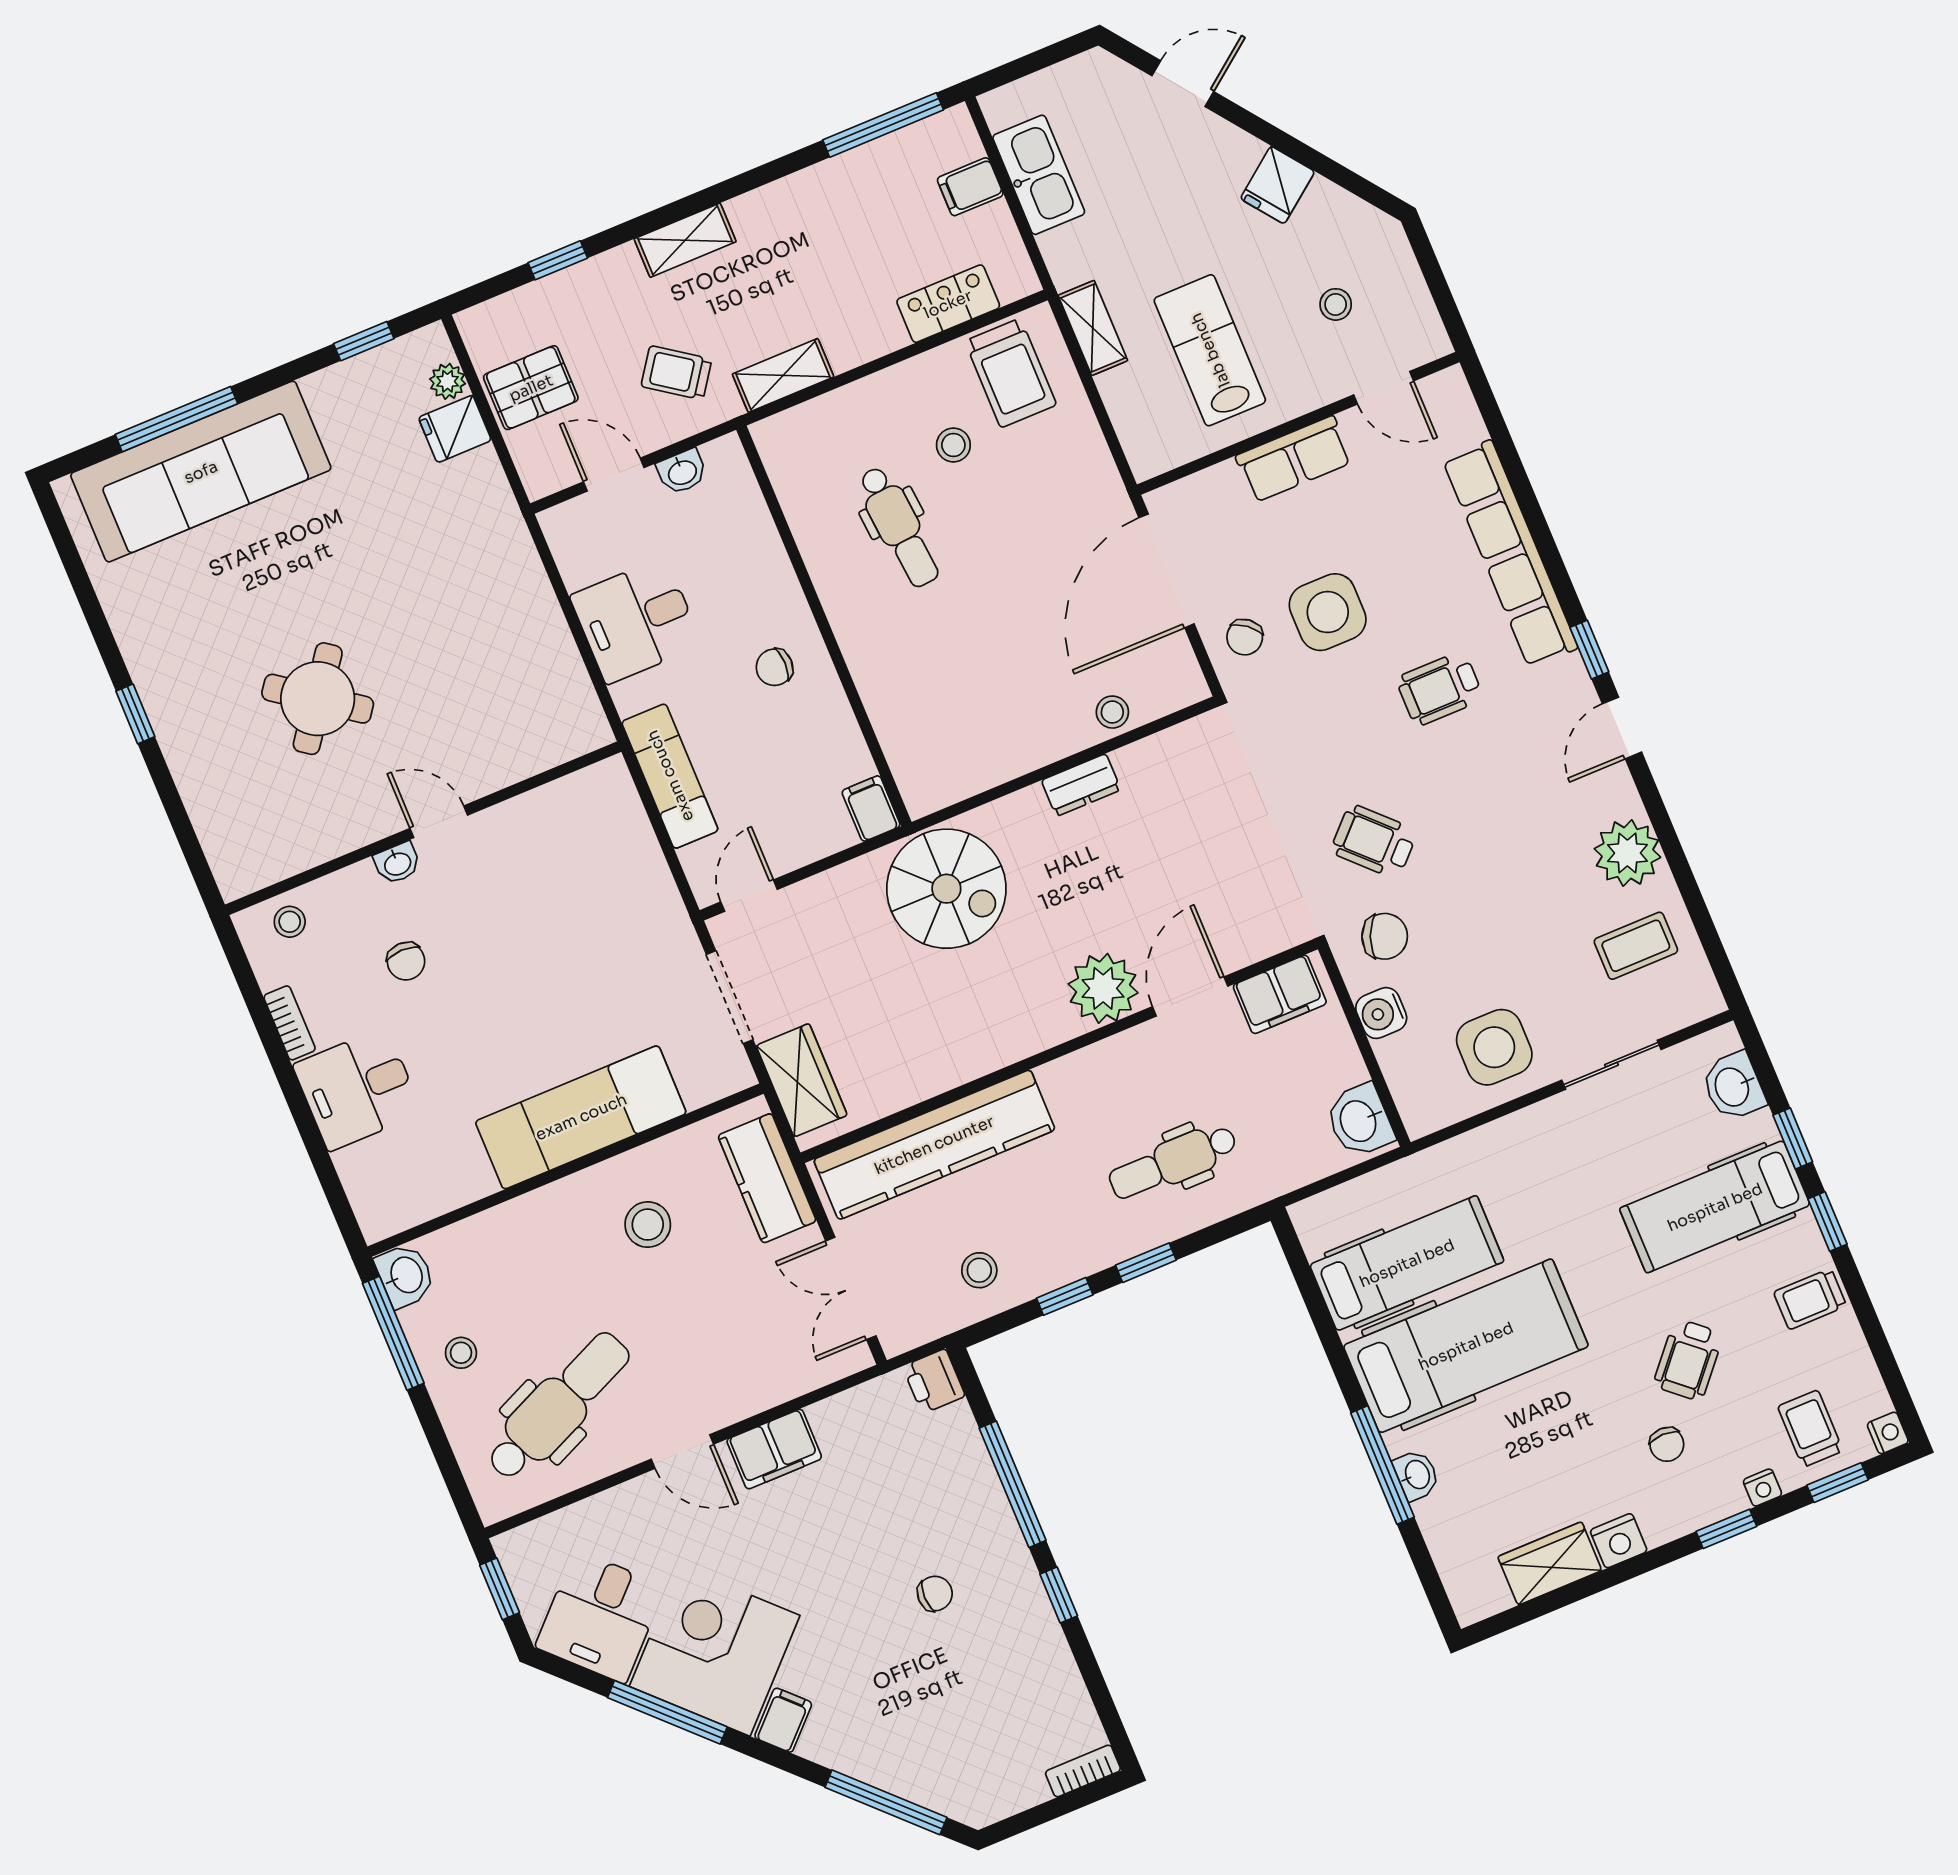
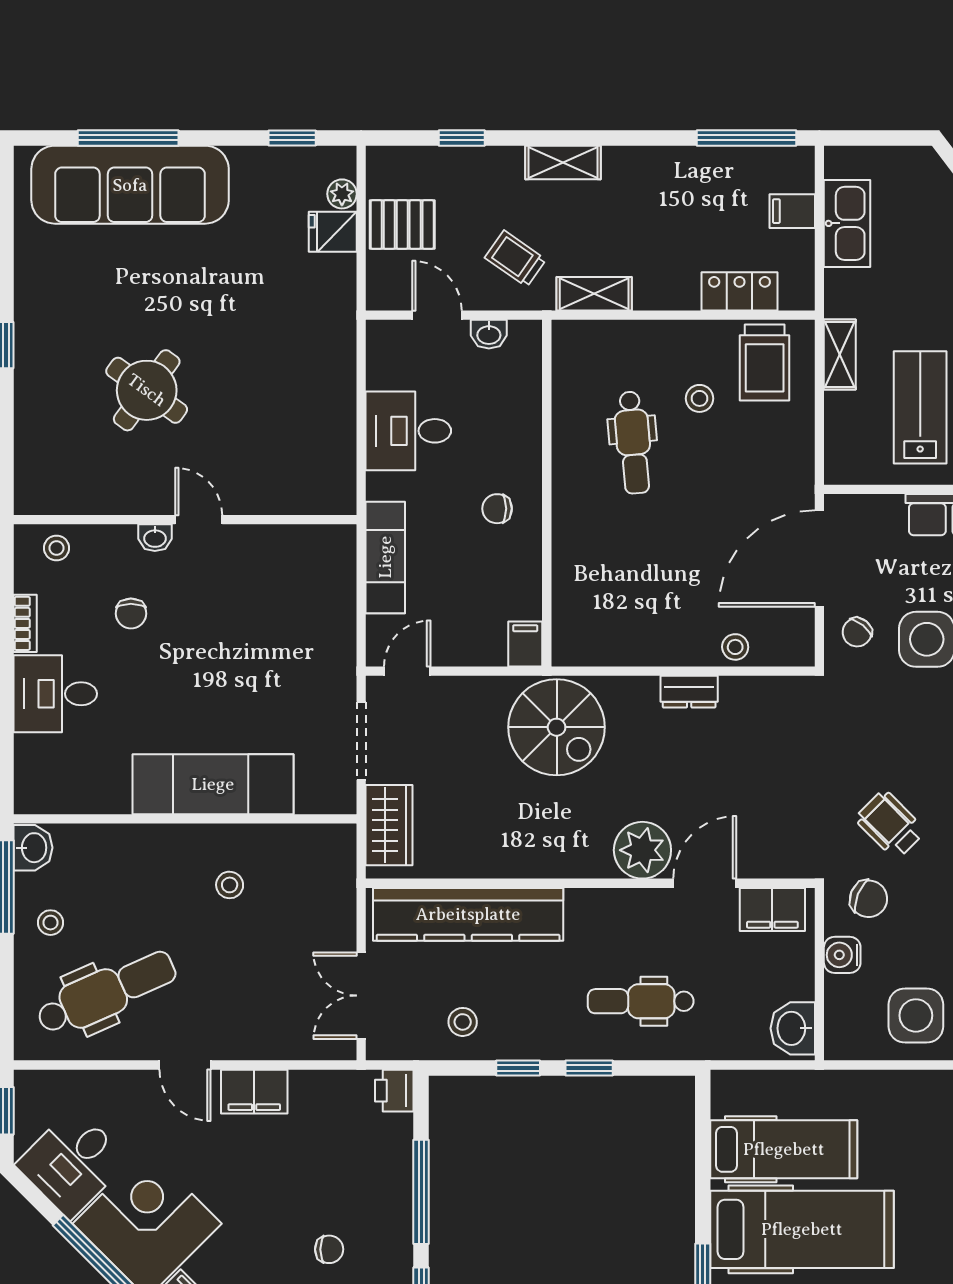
kitchen counter: (767, 1178) -> (333, 887), removed
stool: (648, 1225) -> (230, 885), width x0.73, depth x0.73

